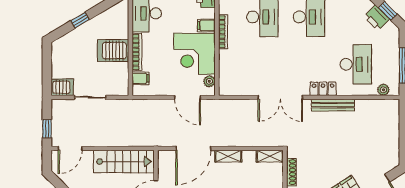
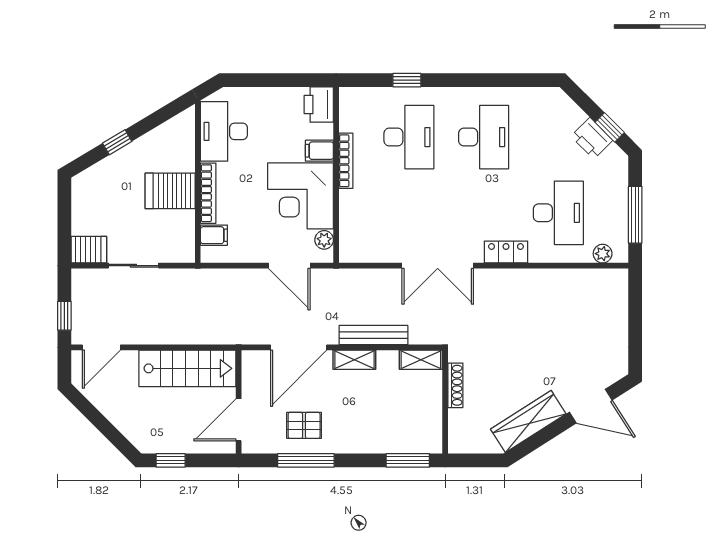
bench: (333, 105) -> (373, 335), moved

